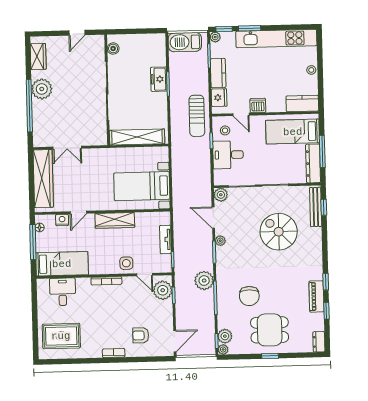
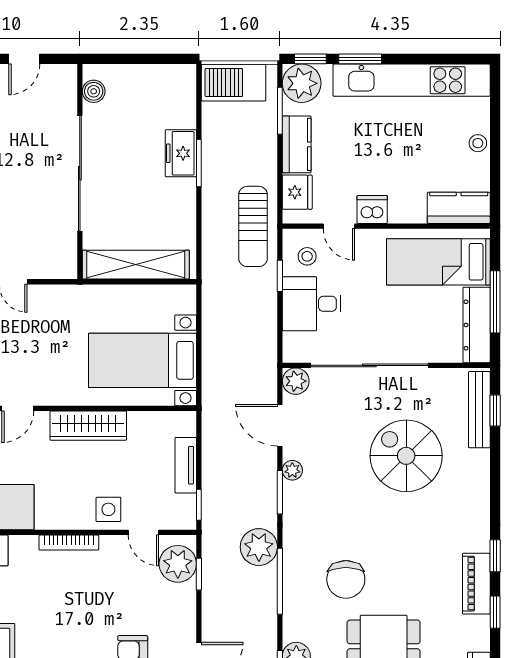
plant: (215, 37) -> (302, 83), width x1.88, depth x1.88

